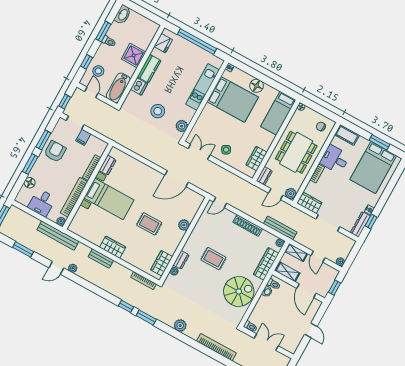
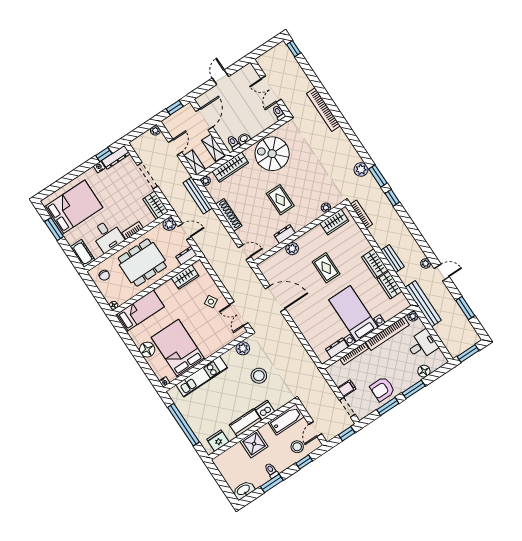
wardrobe: (92, 236) -> (390, 285), added
dresser: (181, 260) -> (285, 234), moved
plant: (180, 326) -> (361, 169), moved

